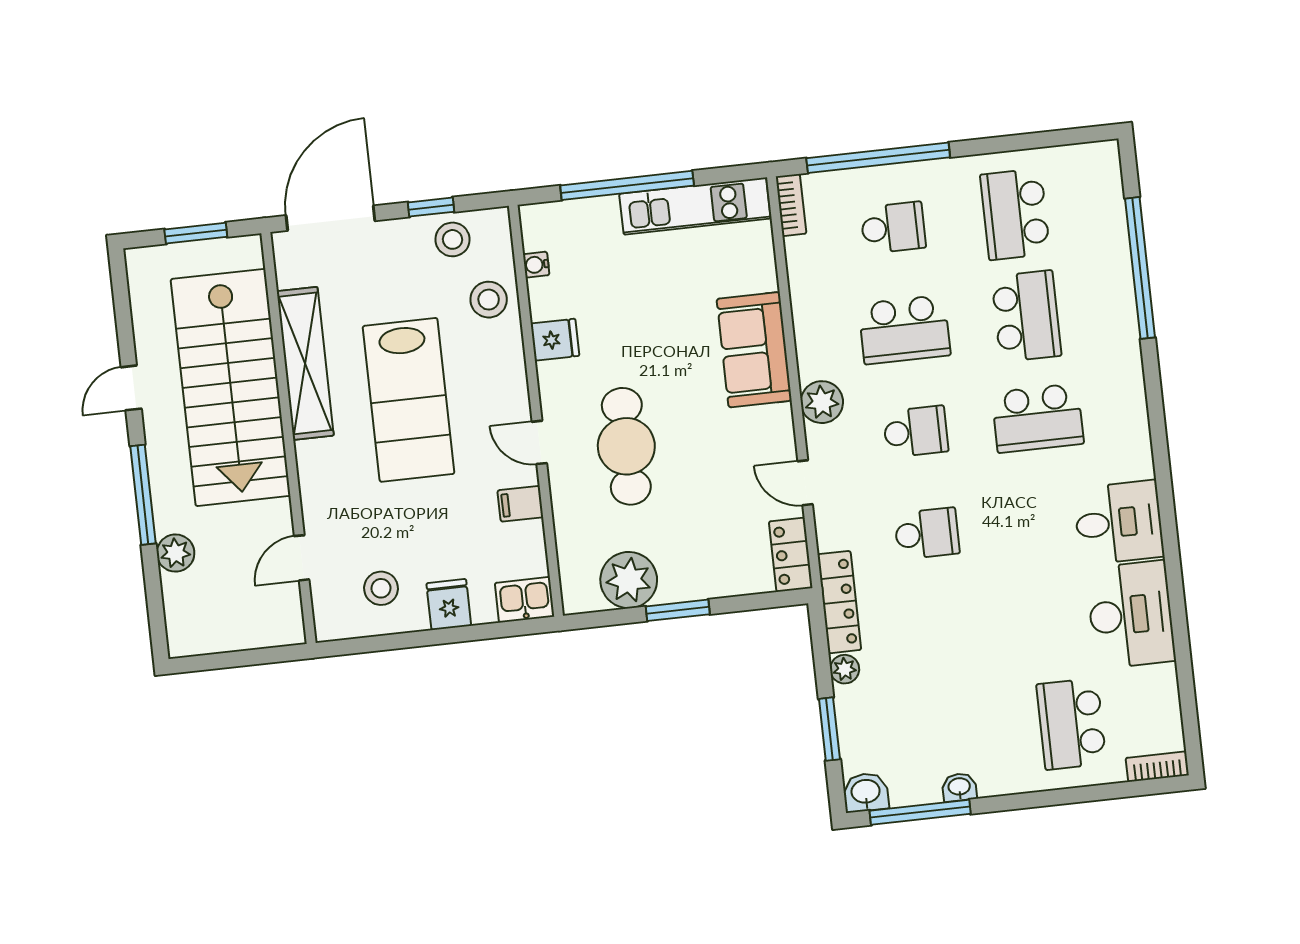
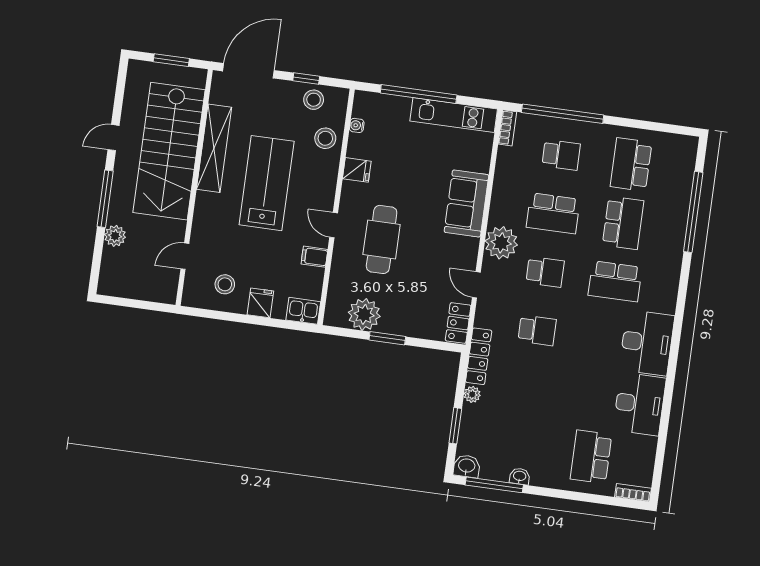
lab bench: (409, 400) -> (267, 183), turned 180
plant: (822, 402) -> (501, 243), width x1.36, depth x1.36
desk: (1119, 523) -> (647, 343), width x1.37

